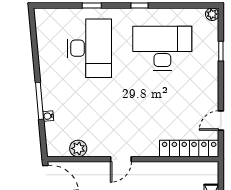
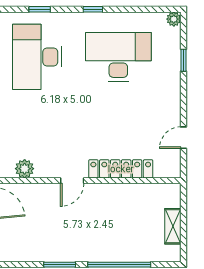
desk: (89, 48) -> (37, 57), turned 180
locker: (189, 149) -> (121, 169), moved

